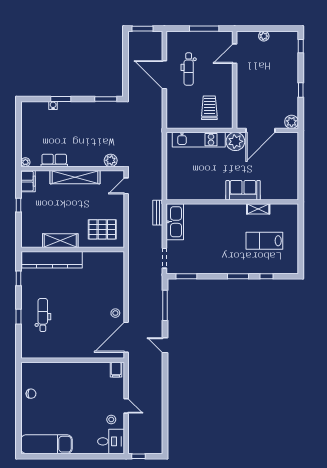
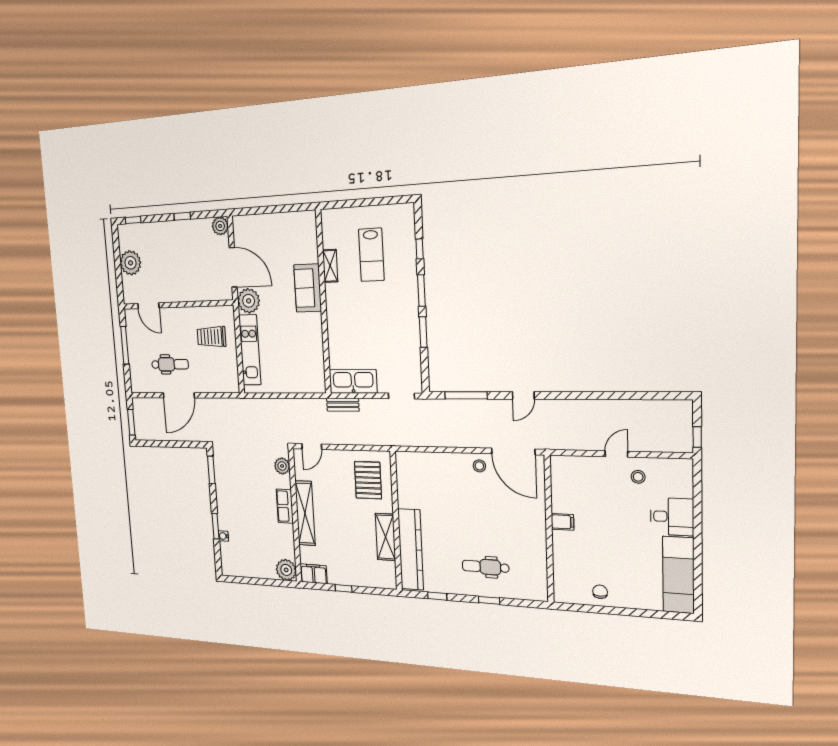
plant: (264, 36) -> (131, 263), width x1.87, depth x1.87
row of seats: (54, 160) -> (285, 506), moved
plant: (25, 162) -> (286, 570), width x1.87, depth x1.87
door: (126, 186) -> (312, 447), hinge flipped
window: (186, 276) -> (423, 332), moved
filing cabinet: (116, 370) -> (562, 522), moved
desk: (111, 441) -> (672, 517), moved, turned 90

